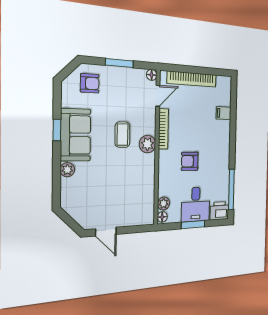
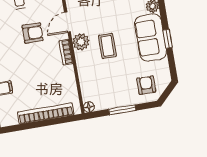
armchair: (90, 83) -> (146, 85), turned 90
door: (158, 96) -> (67, 22), moved
bookcase: (163, 129) -> (66, 52), width x0.64

